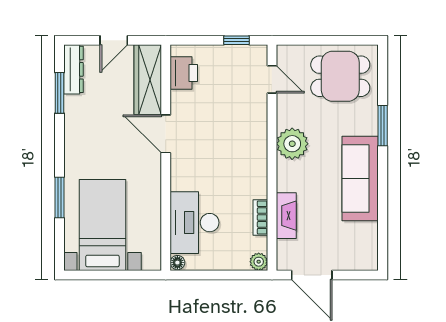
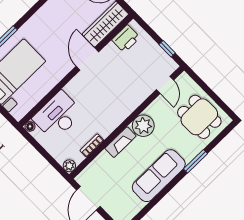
fireplace: (286, 216) -> (120, 142), moved

